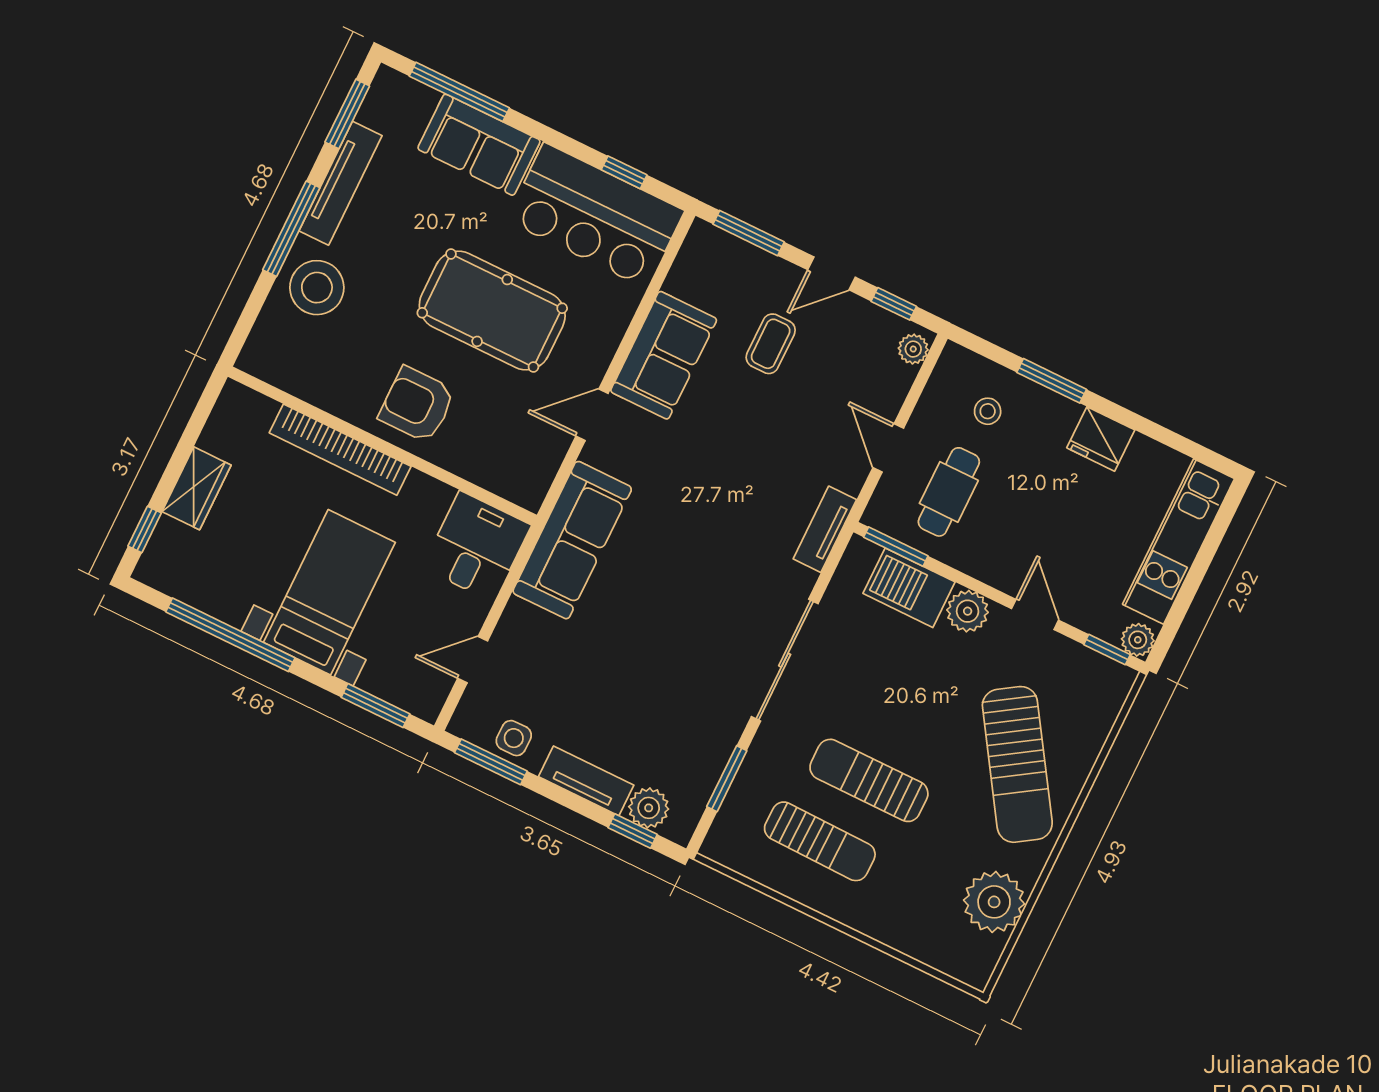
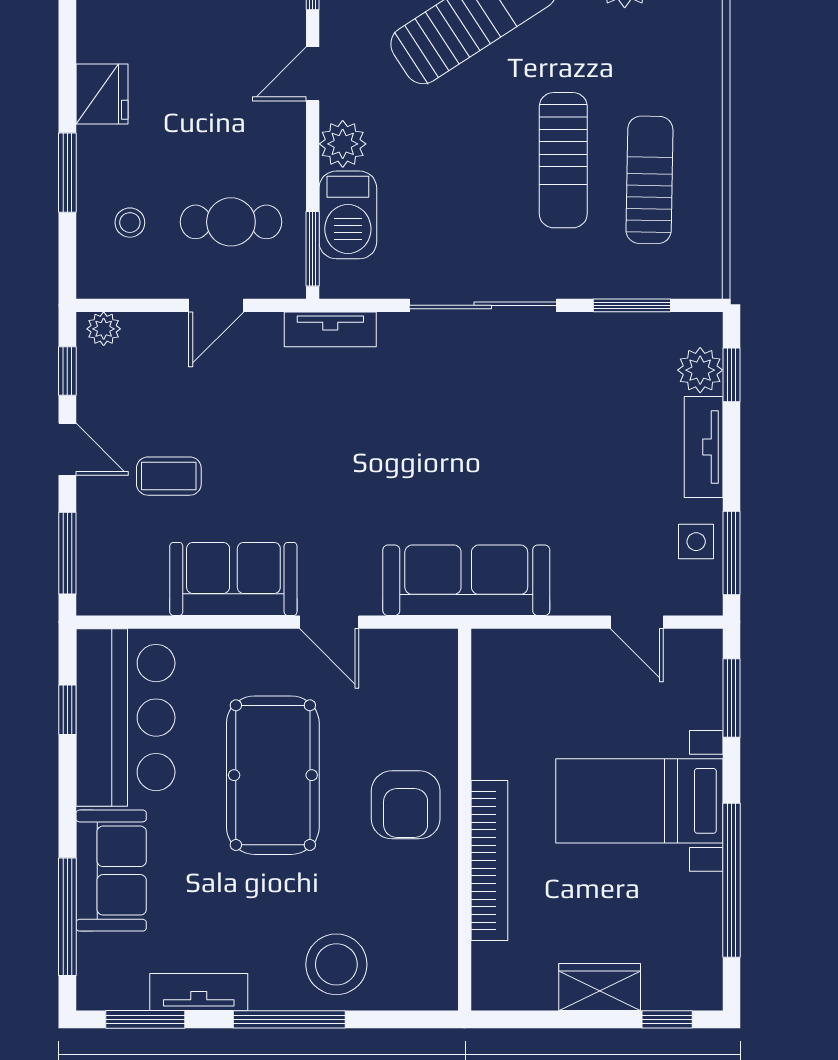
tv unit: (341, 183) -> (199, 992), width x0.71
desk: (477, 546) -> (520, 674), removed

